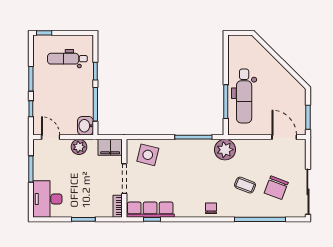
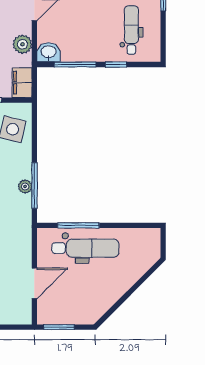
dental chair: (244, 96) -> (85, 248), turned 180
door: (284, 137) -> (34, 283), moved
plant: (225, 150) -> (25, 187), moved, width x0.53, depth x0.53

